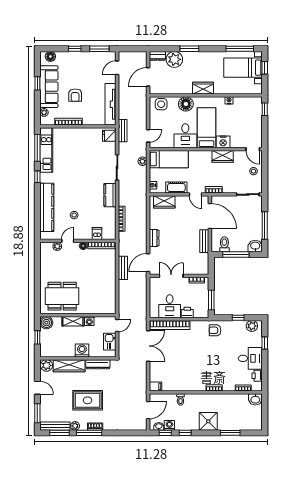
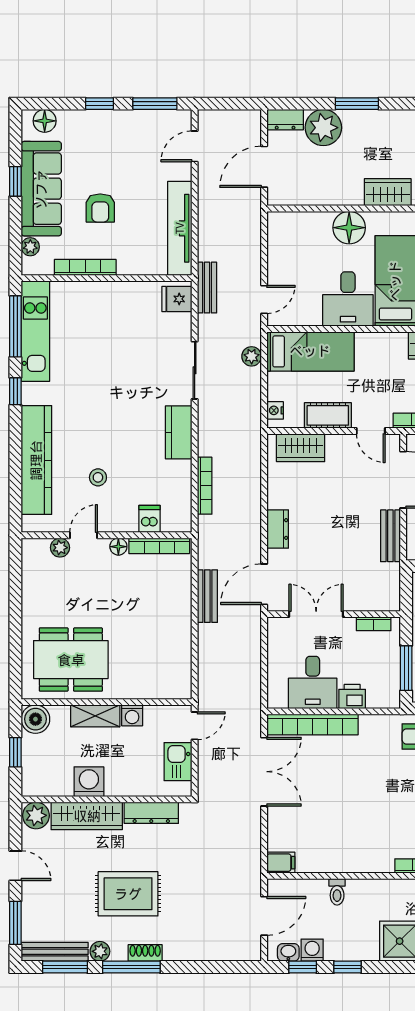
side table: (161, 104) -> (294, 228), removed
washing machine: (82, 350) -> (89, 782), moved

